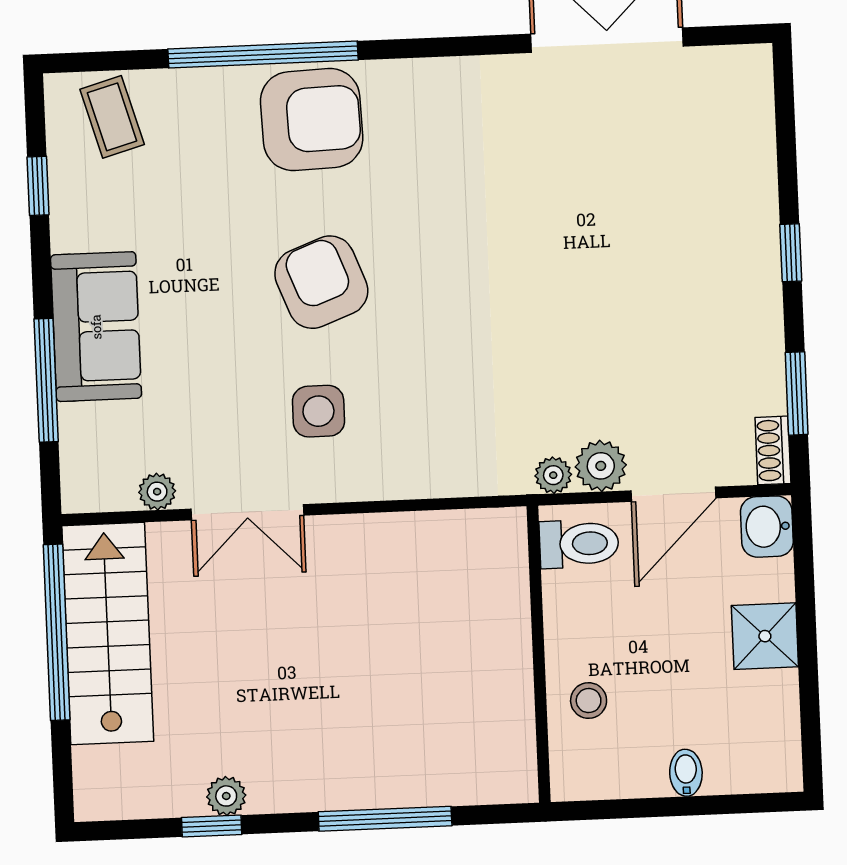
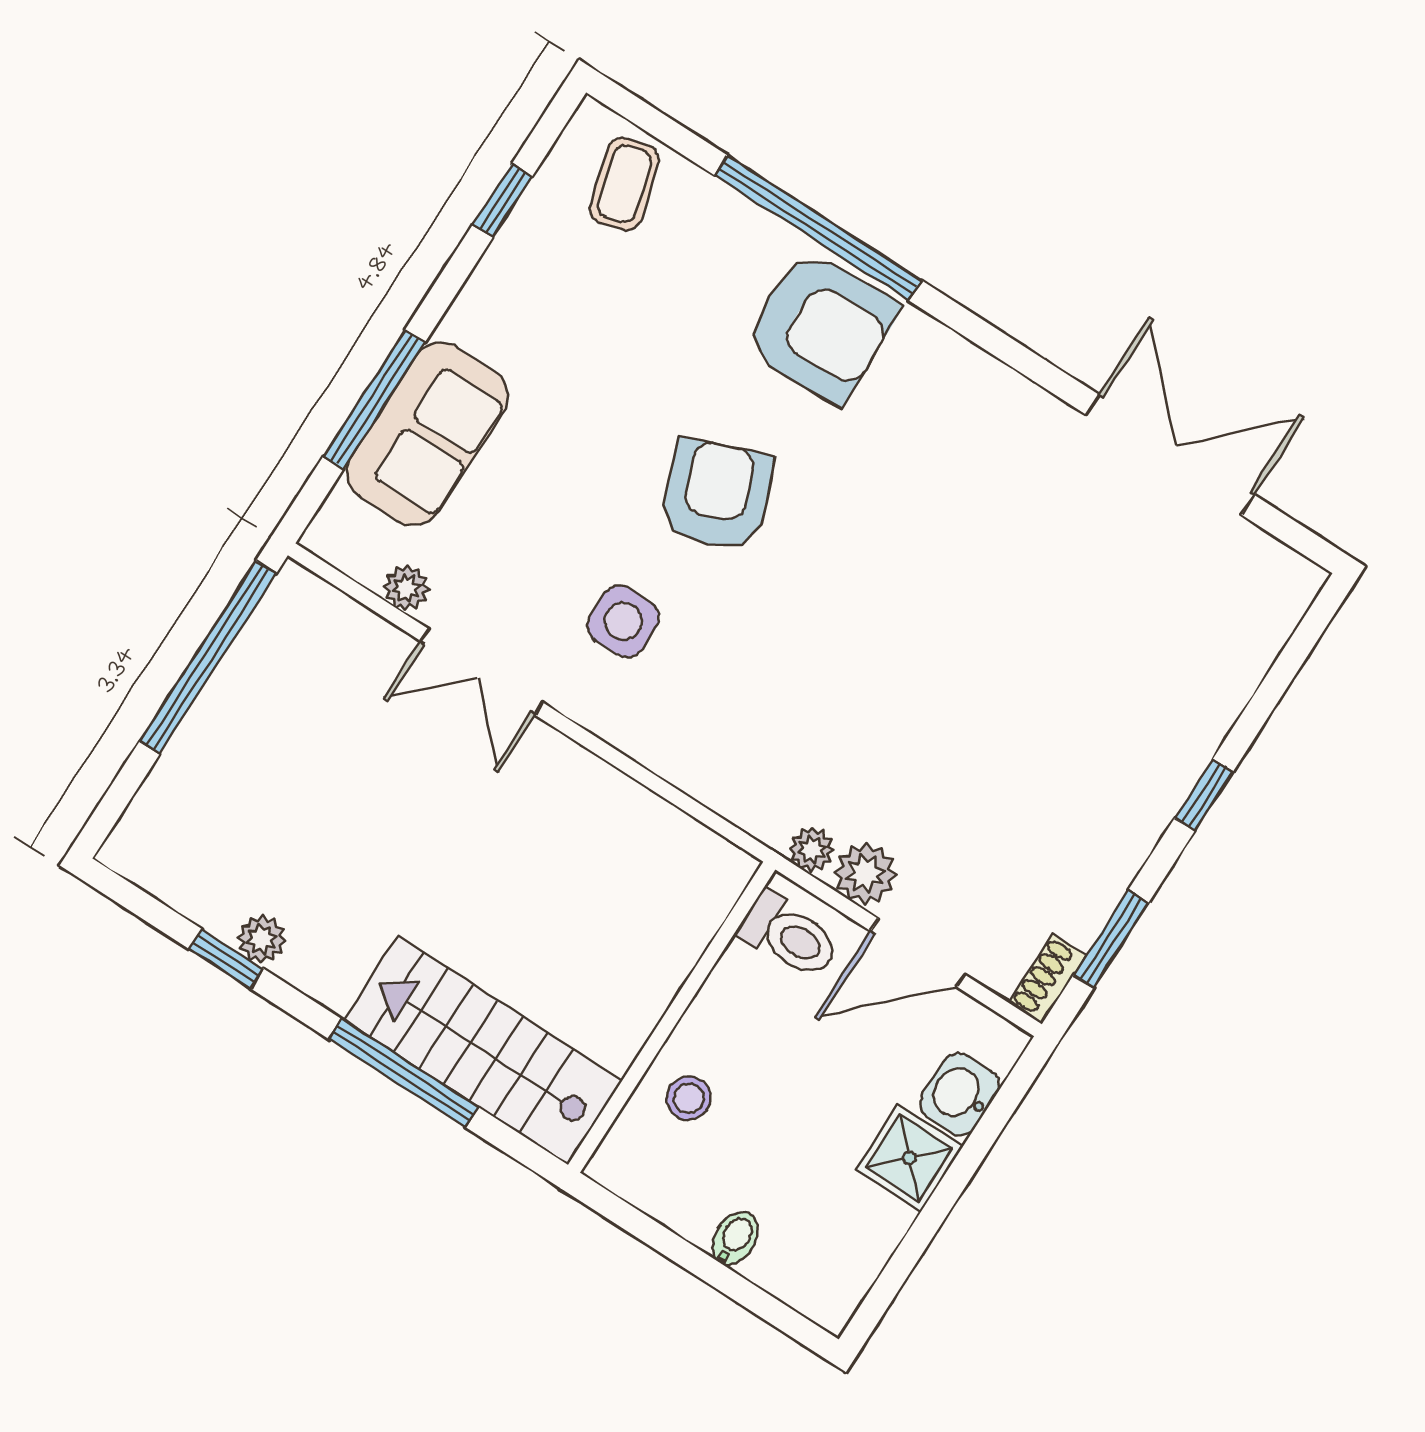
sofa: (96, 327) -> (427, 434), moved
washbasin: (767, 527) -> (960, 1094), moved
stairs: (108, 634) -> (483, 1050), moved, turned -90

